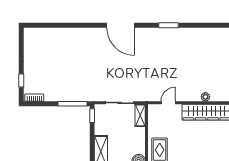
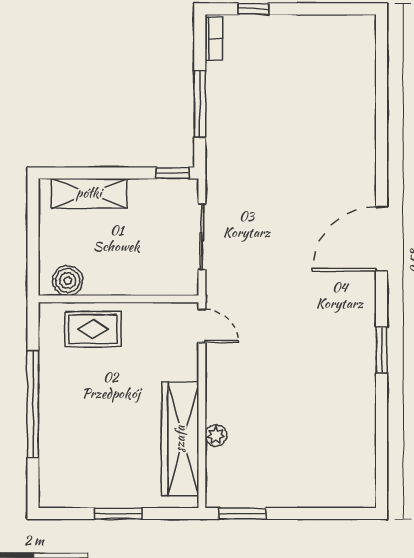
door: (168, 103) -> (202, 326), moved
window: (73, 104) -> (200, 104), moved
shelving: (140, 115) -> (173, 284), removed

